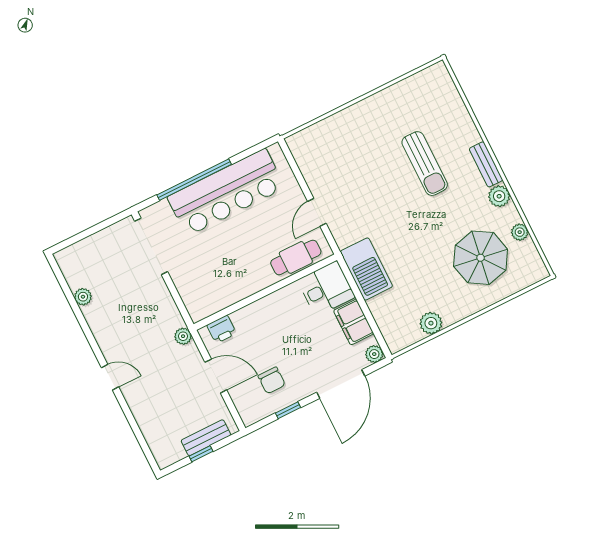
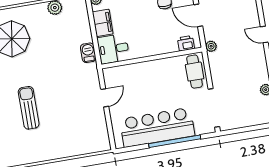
cafe table: (296, 257) -> (195, 72), moved, turned 90
barbecue: (366, 269) -> (88, 53), width x0.53, depth x0.65

